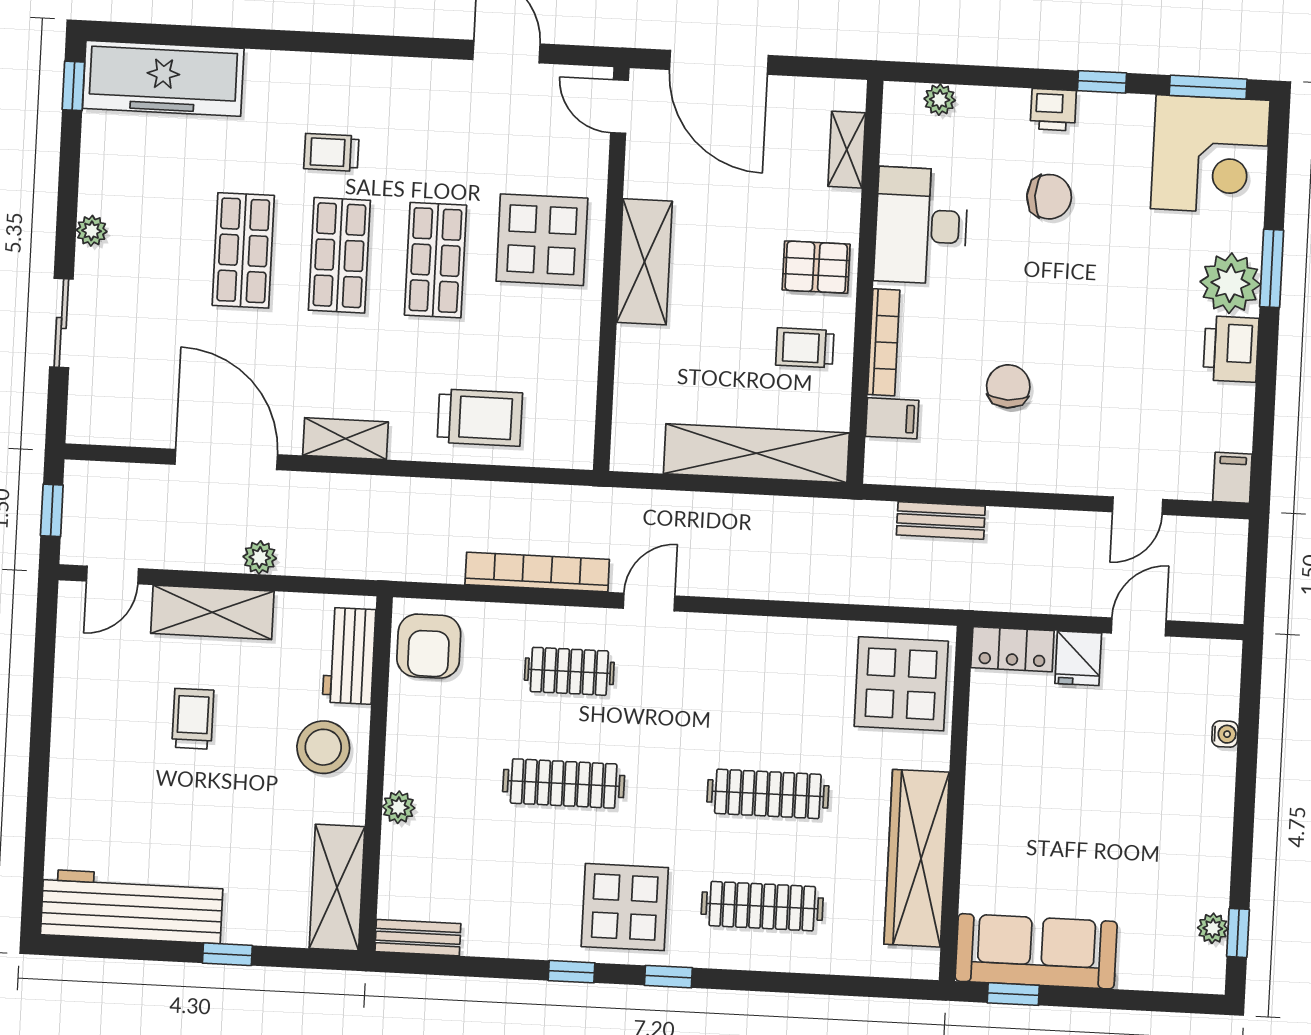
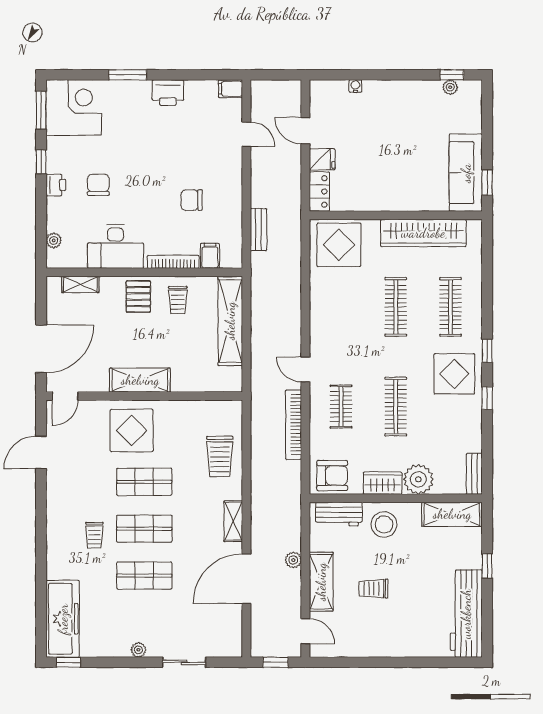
plant: (1230, 283) -> (136, 95), removed
trolley: (480, 418) -> (220, 456), turned 180
wardrobe: (408, 749) -> (383, 483), added
plant: (399, 807) -> (418, 479), width x1.87, depth x1.87

